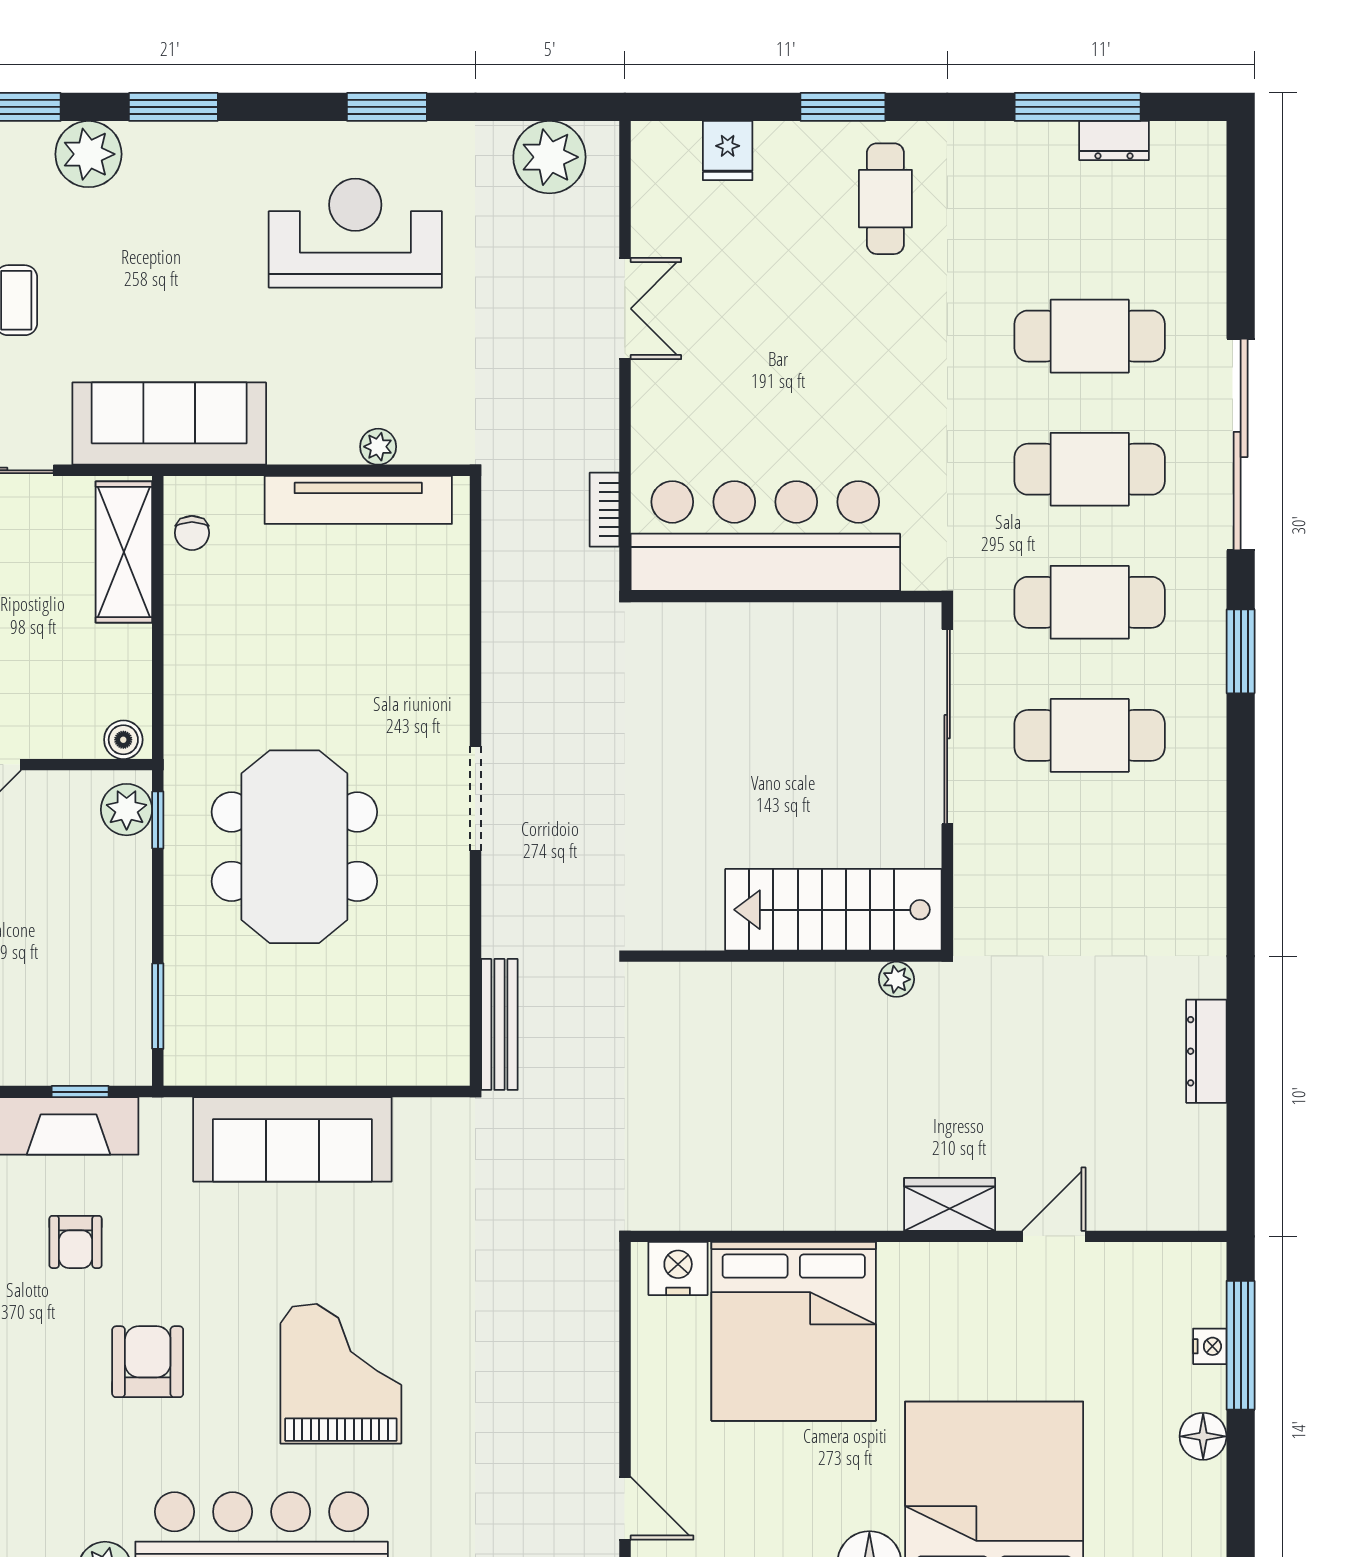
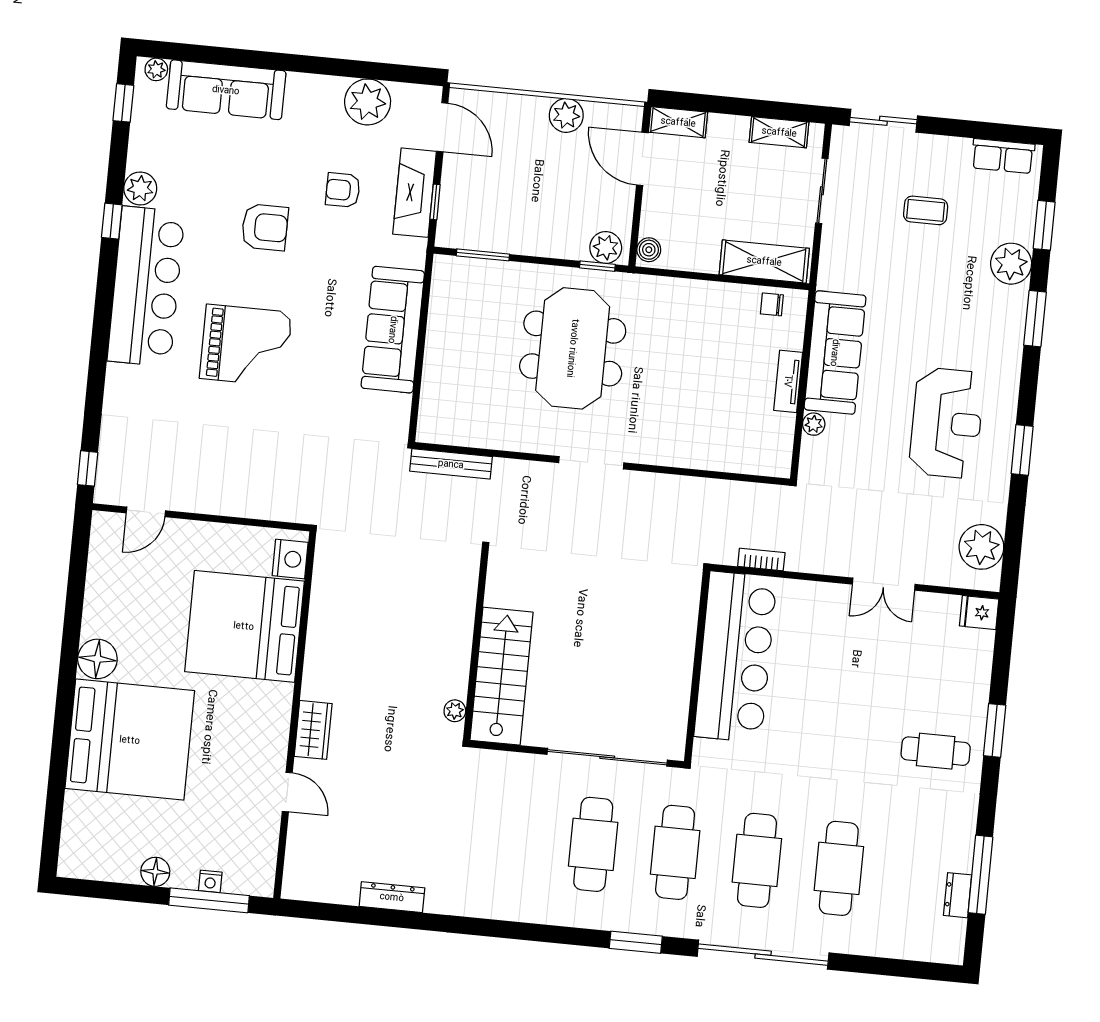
fridge: (728, 151) -> (979, 612), moved
sofa: (169, 424) -> (835, 353), moved
tv unit: (358, 500) -> (788, 381), width x0.52, depth x0.78
meeting table: (294, 847) -> (573, 348), turned 90

